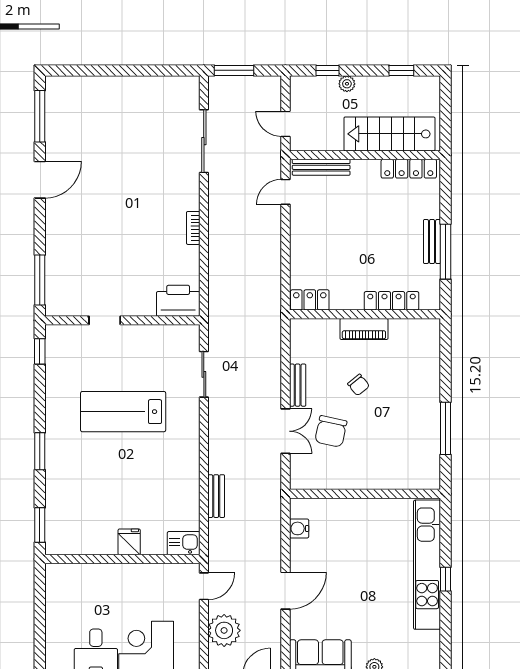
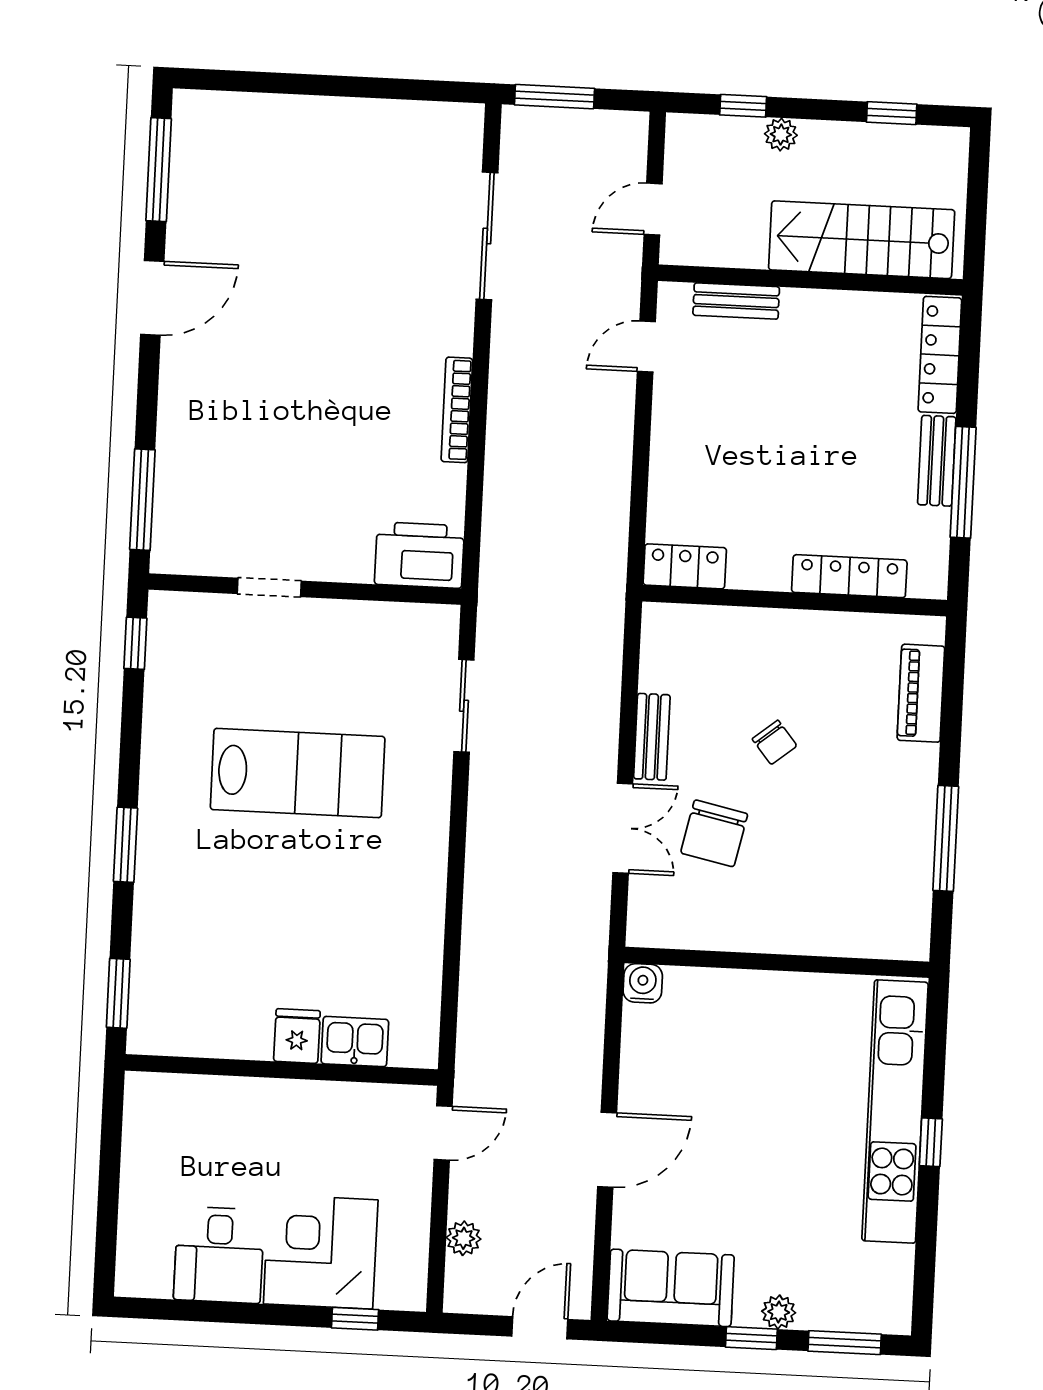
door: (285, 124) -> (653, 209), hinge flipped
bench: (321, 167) -> (736, 301), width x0.73
locker: (409, 169) -> (940, 355), moved, turned 90
bookcase: (193, 228) -> (457, 410), width x1.56
piano: (364, 329) -> (921, 693), moved, turned 90
lab bench: (123, 412) -> (298, 773), turned 180
bench: (216, 496) -> (477, 952), removed
water cooler: (299, 528) -> (643, 983), moved, turned 90
kitchen sink: (184, 543) -> (355, 1042), moved
plant: (224, 630) -> (464, 1238), width x0.53, depth x0.53

